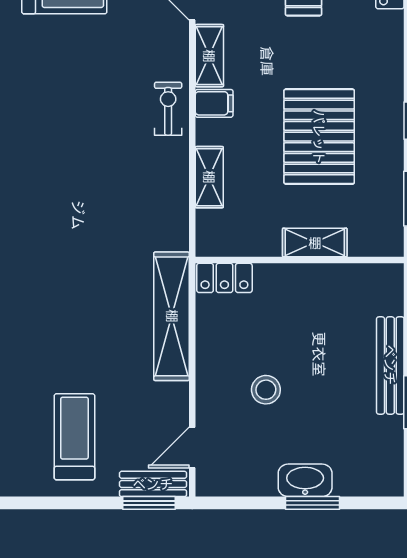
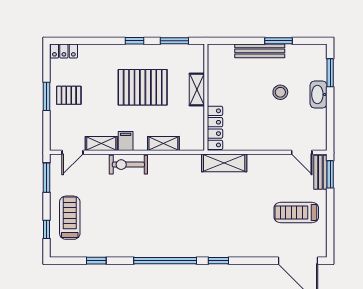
exercise bike: (168, 109) -> (128, 165), width x1.38, depth x1.39
locker: (224, 278) -> (215, 128), width x1.53
shelving: (172, 316) -> (224, 163), width x0.68
stool: (266, 390) -> (280, 92), moved
window: (313, 503) -> (330, 73), moved

